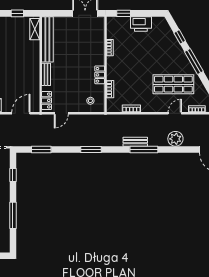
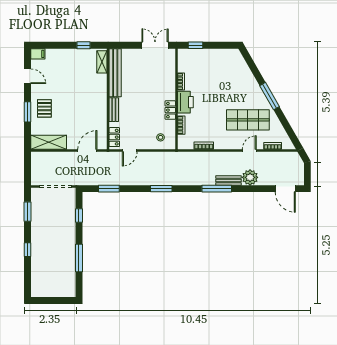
printer: (141, 24) -> (185, 102), moved, turned -90
window: (180, 37) -> (255, 70), removed
bench: (135, 142) -> (229, 180), moved

